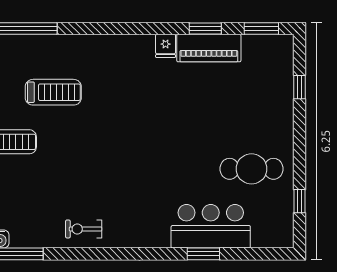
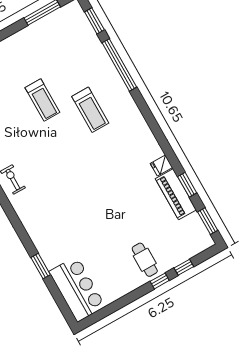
cafe table: (252, 169) -> (145, 260), moved, width x0.73, depth x0.74
window: (300, 201) -> (160, 281), moved
bar counter: (211, 226) -> (77, 289), moved

